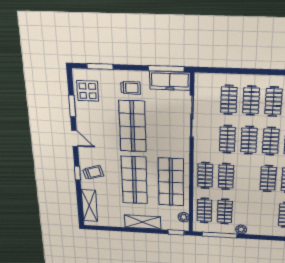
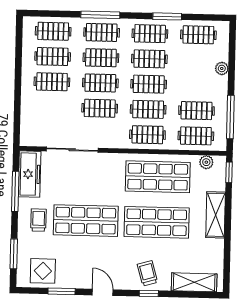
window: (166, 69) -> (15, 191), moved
clothes rail: (229, 100) -> (149, 84), moved
door: (75, 138) -> (103, 292), hinge flipped
plant: (241, 229) -> (222, 68), moved

